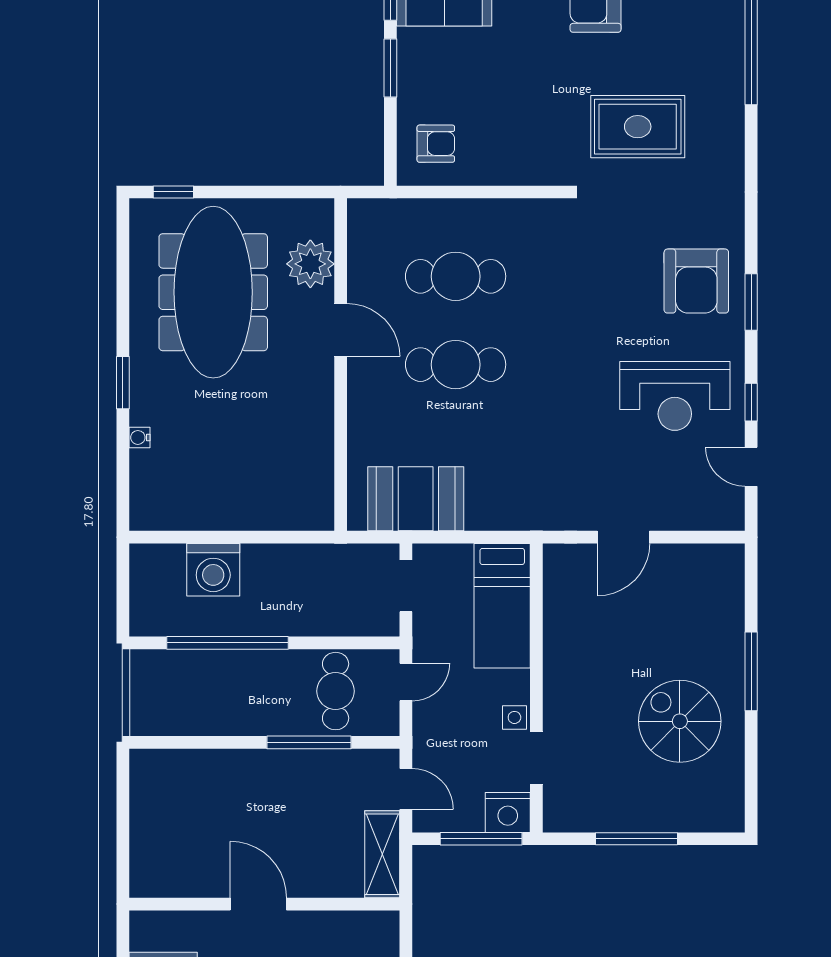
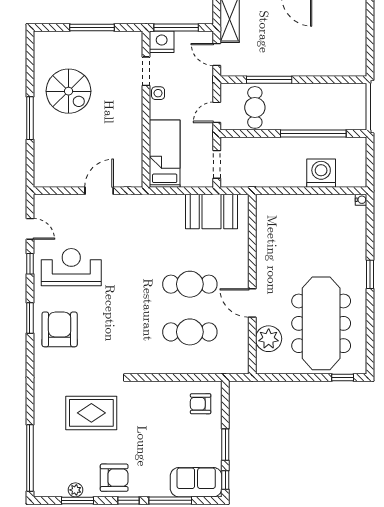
water cooler: (139, 437) -> (361, 200), moved

